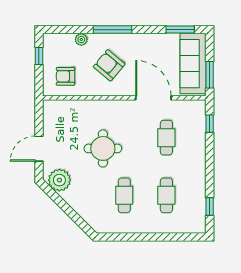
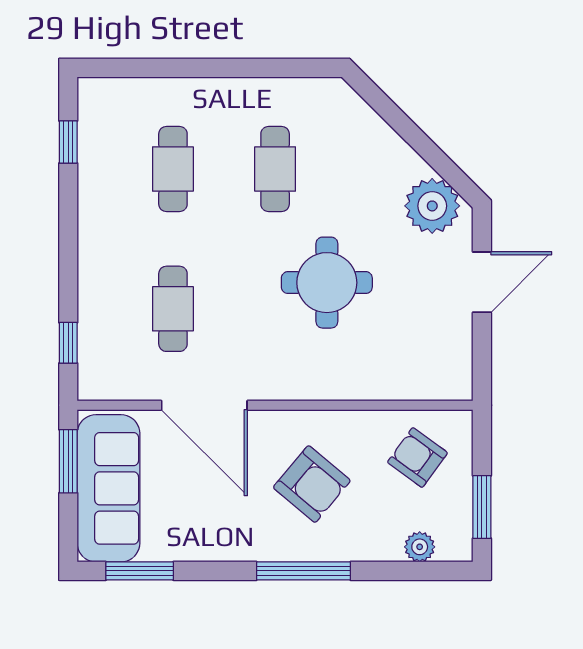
plant: (81, 39) -> (420, 547), moved
window: (39, 56) -> (482, 507), width x1.50
armchair: (66, 76) -> (417, 457), turned -144

